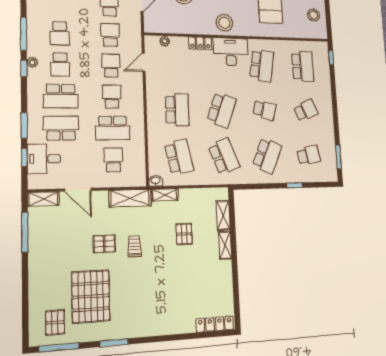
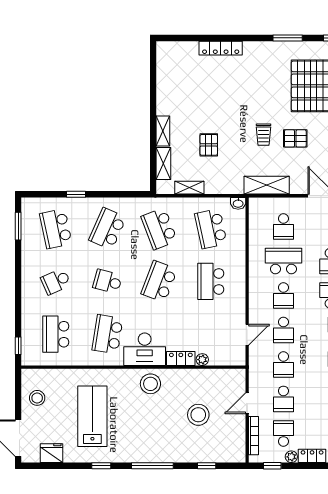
plant: (165, 41) -> (202, 360), moved
school desk: (309, 155) -> (56, 229), width x1.85
shelving: (165, 195) -> (189, 188), moved
locker: (215, 324) -> (221, 48), moved

